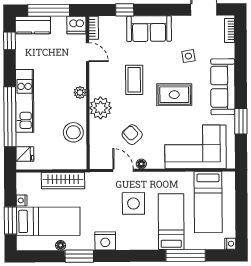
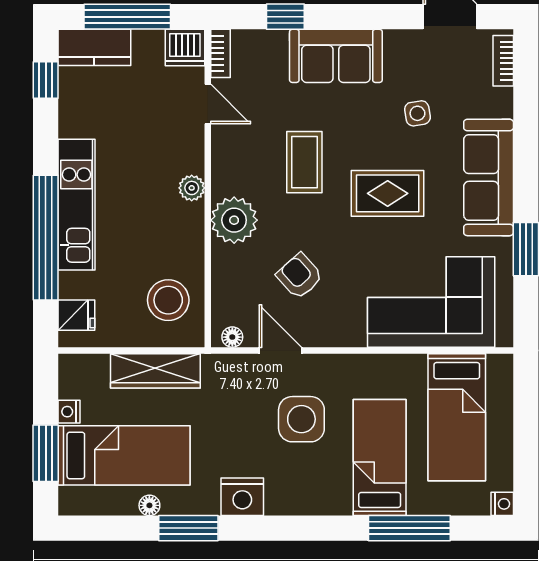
stool: (73, 132) -> (168, 300), moved
floor lamp: (141, 164) -> (232, 337), moved

